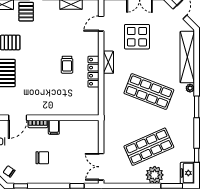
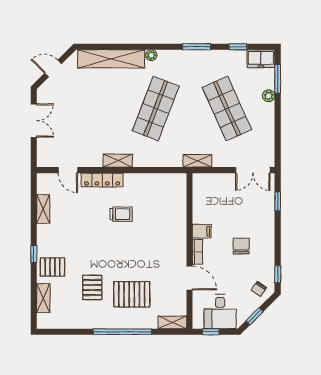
display table: (137, 37) -> (85, 124), removed
locker: (93, 72) -> (102, 180), moved
window: (197, 107) -> (197, 47), moved
shelving: (108, 124) -> (197, 161), added
plant: (155, 175) -> (269, 96), width x0.53, depth x0.53

